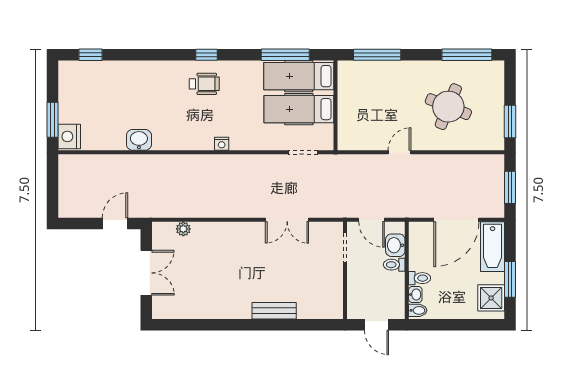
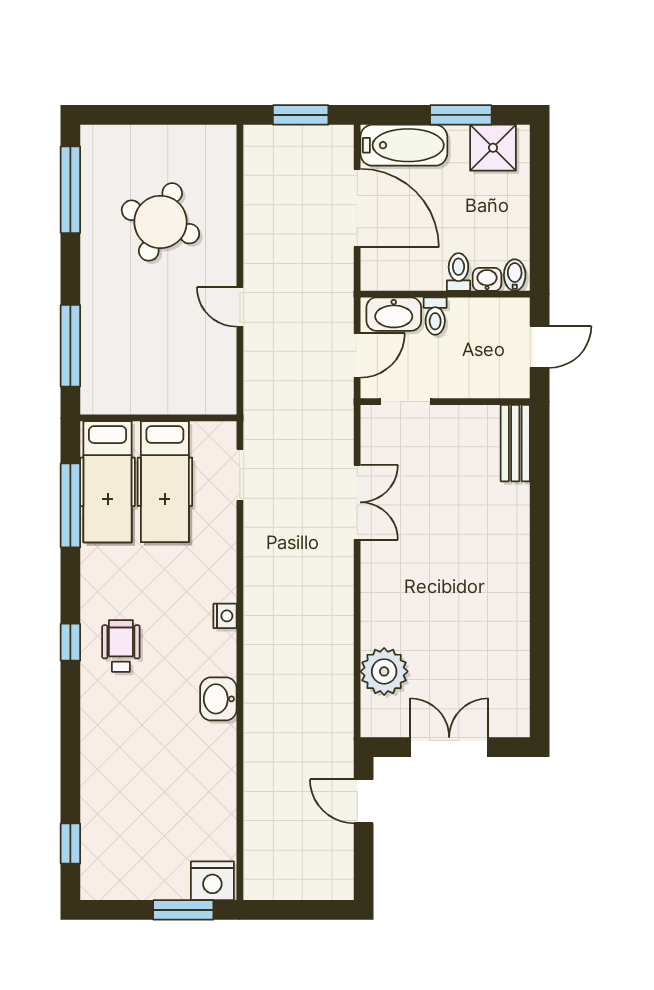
window: (510, 122) -> (186, 115), removed
washbasin: (139, 140) -> (218, 699), moved
plant: (183, 229) -> (384, 671), width x1.87, depth x1.87
washbasin: (395, 245) -> (394, 314), width x1.38
bench: (274, 311) -> (515, 443), moved

